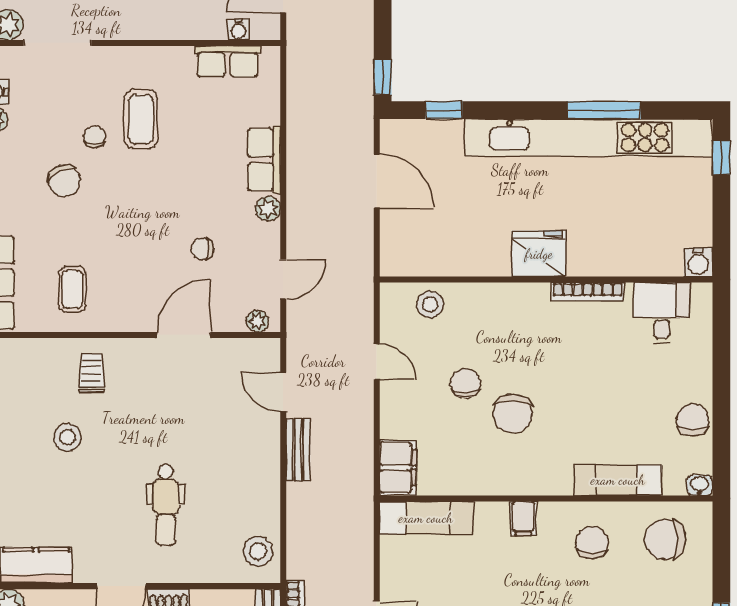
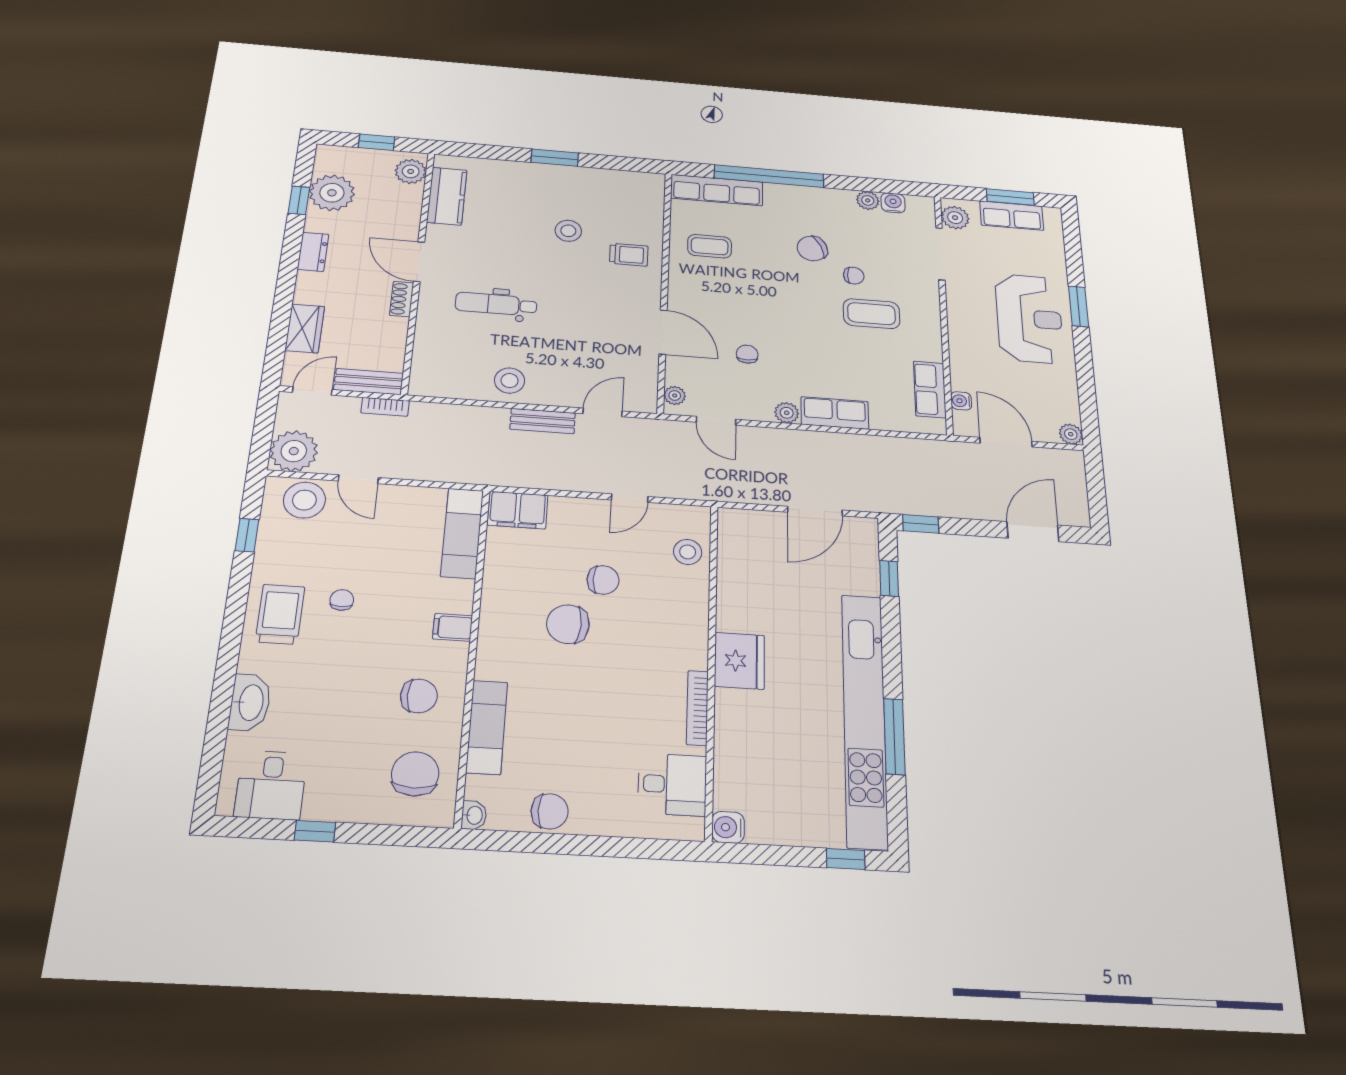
stool: (258, 551) -> (510, 381), moved

